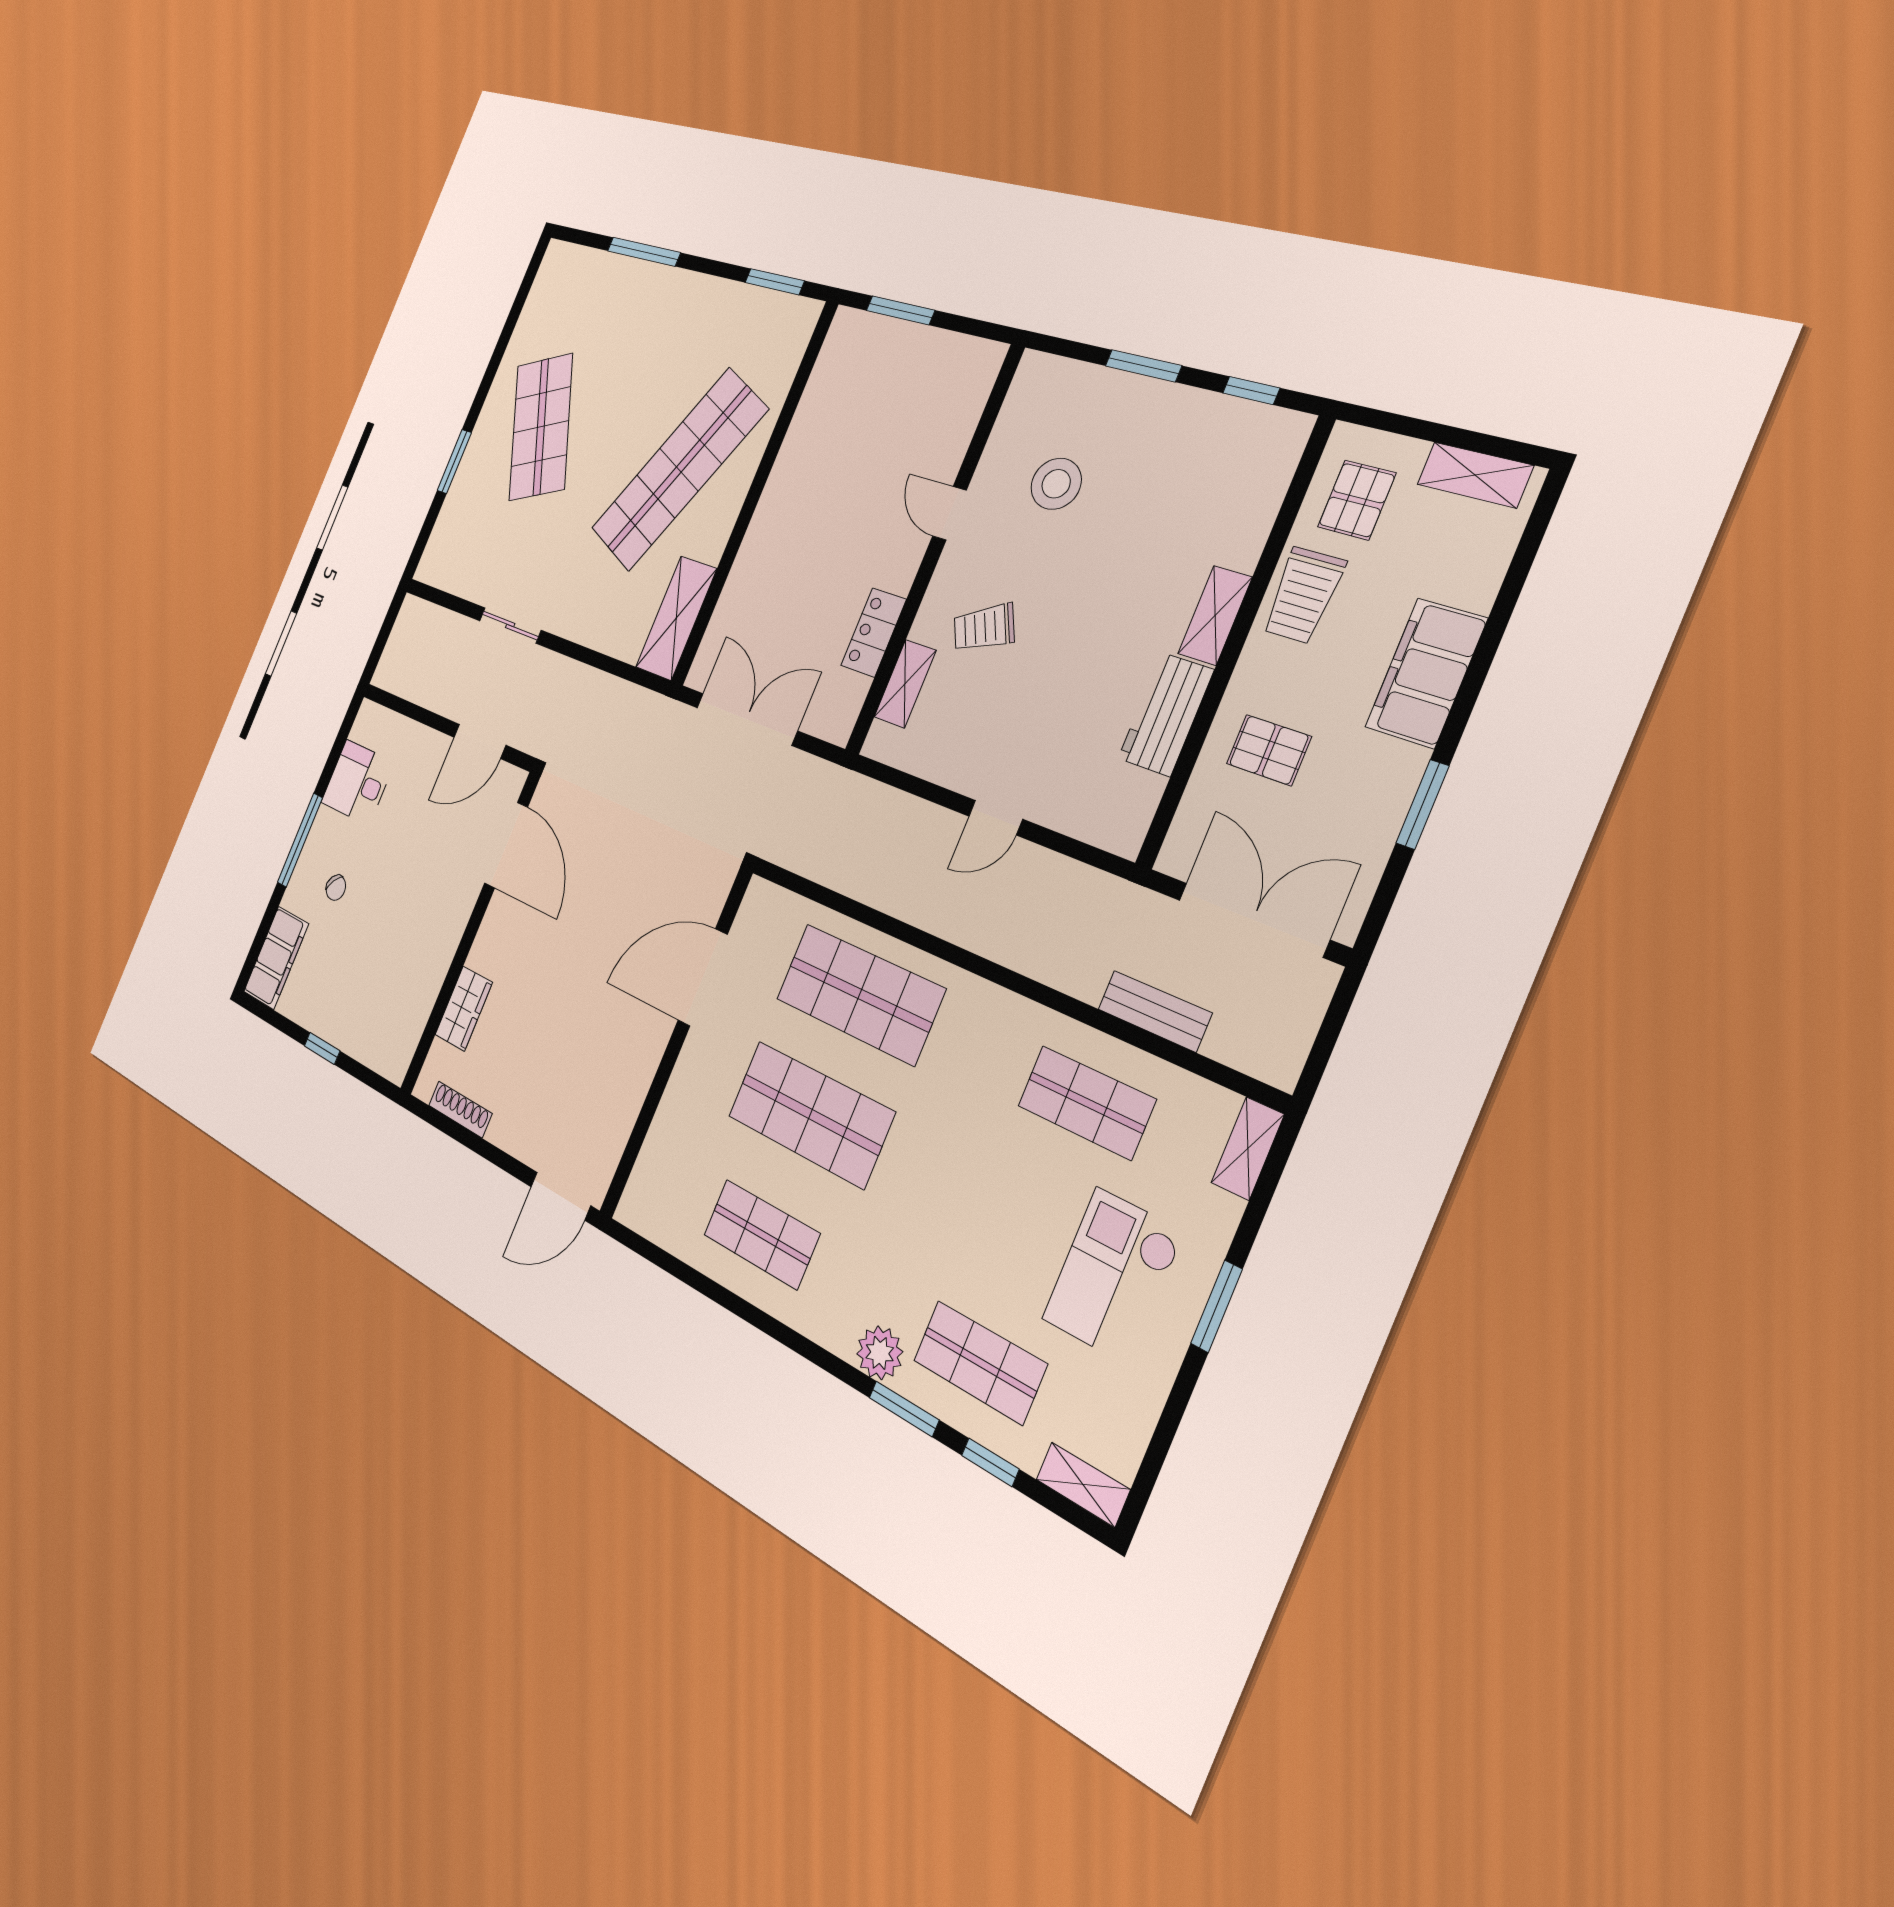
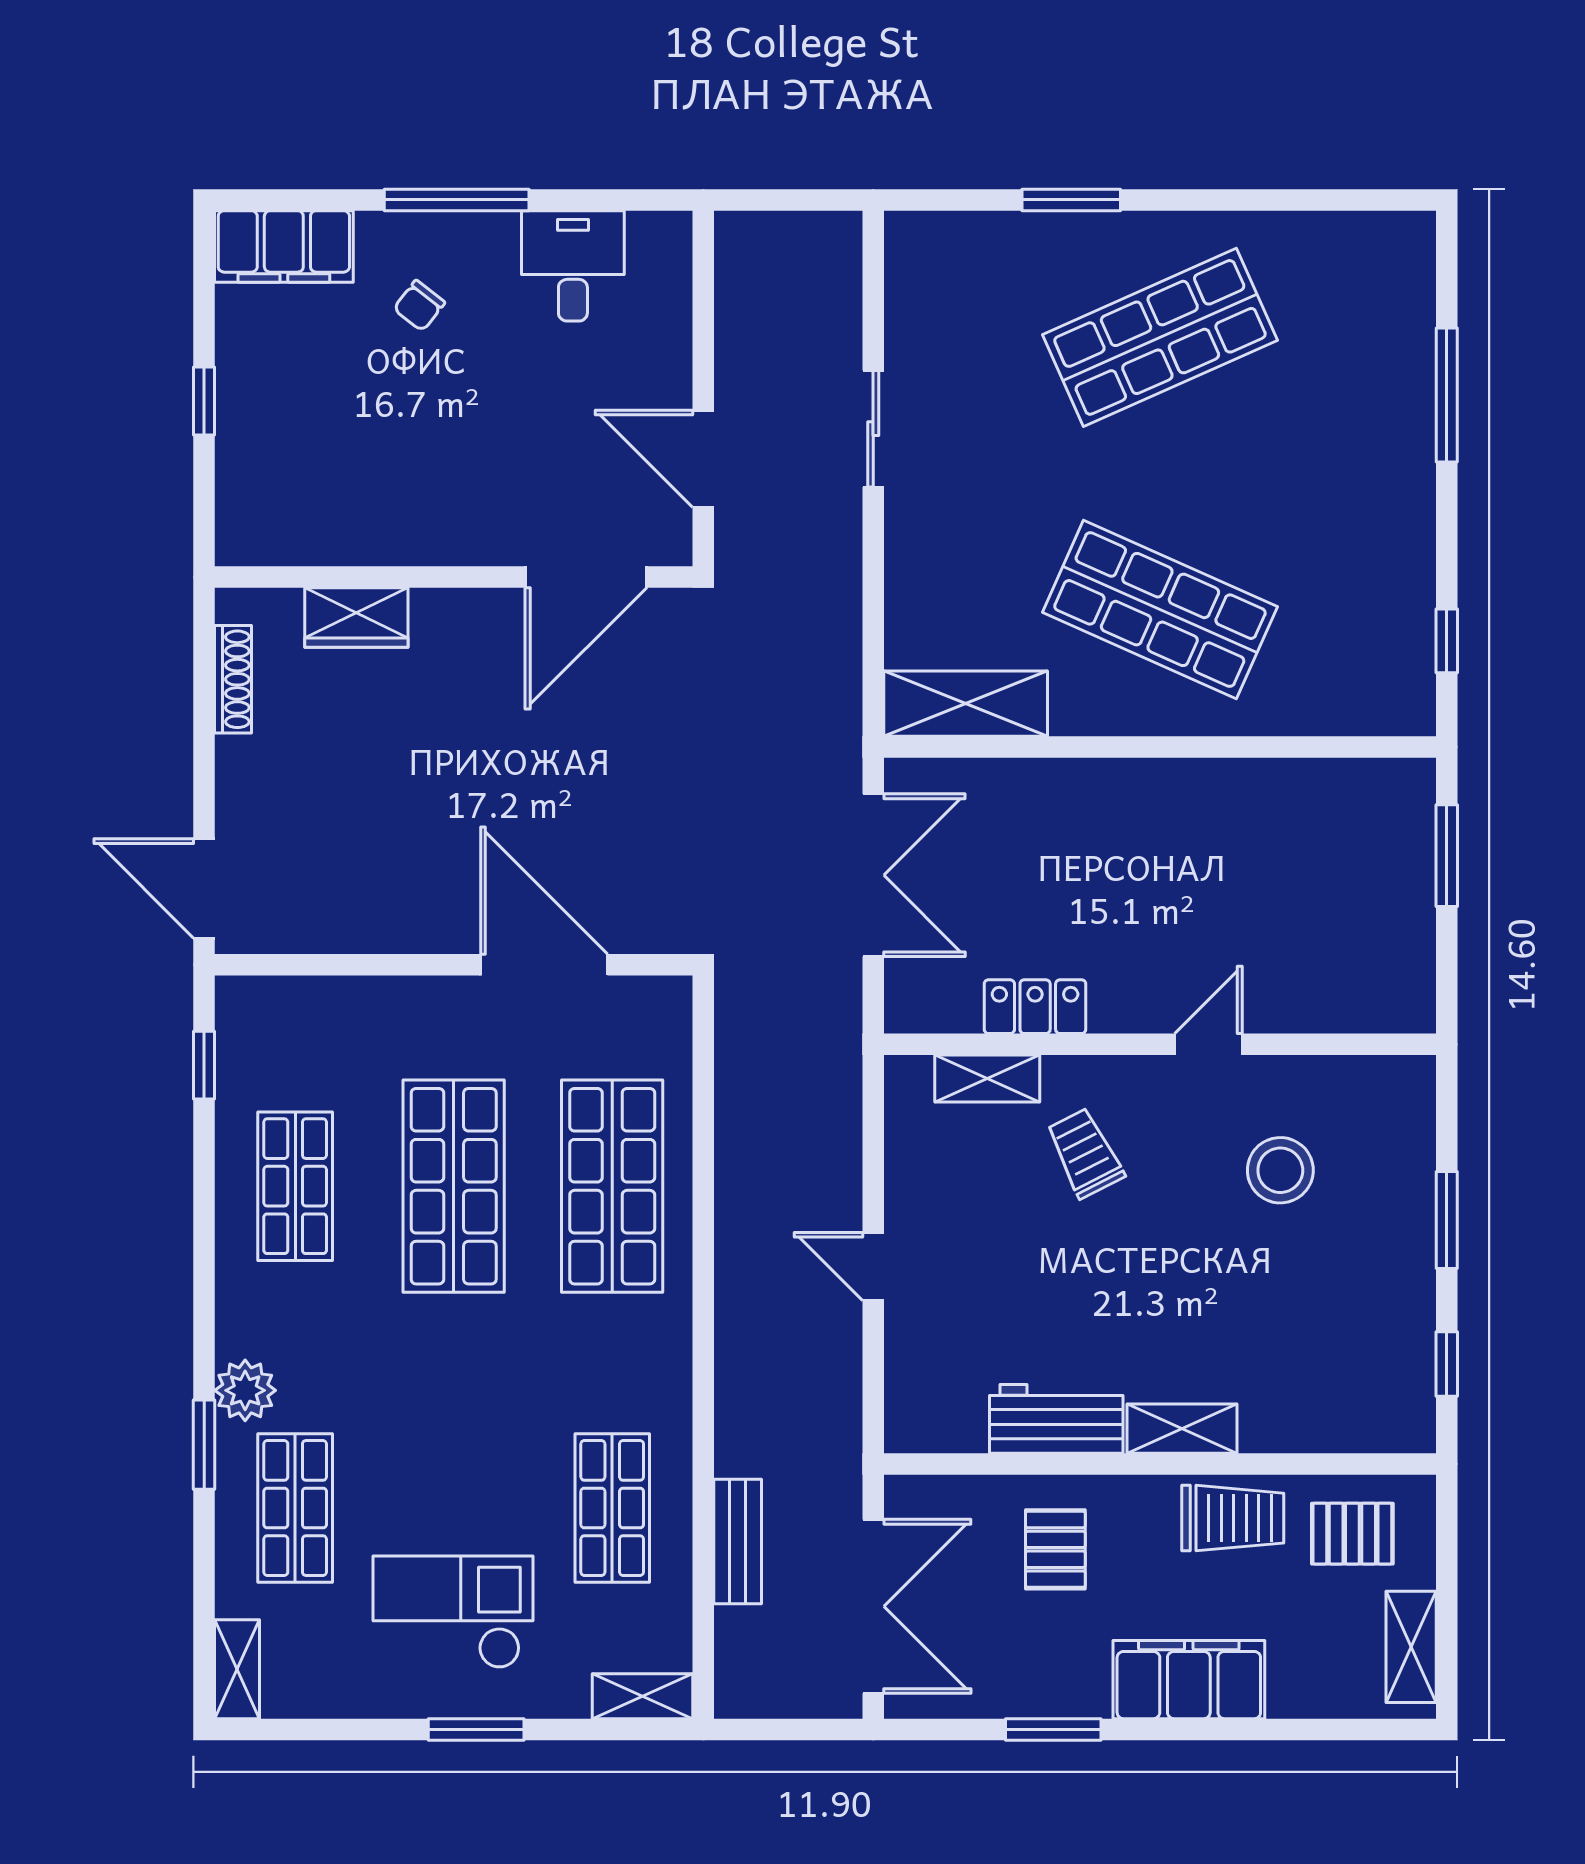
window: (775, 282) -> (1447, 641), width x0.67
shop shelf: (679, 470) -> (1160, 610), width x0.71
trolley: (1303, 595) -> (1233, 1518), turned 180
window: (990, 1462) -> (204, 1065), moved

